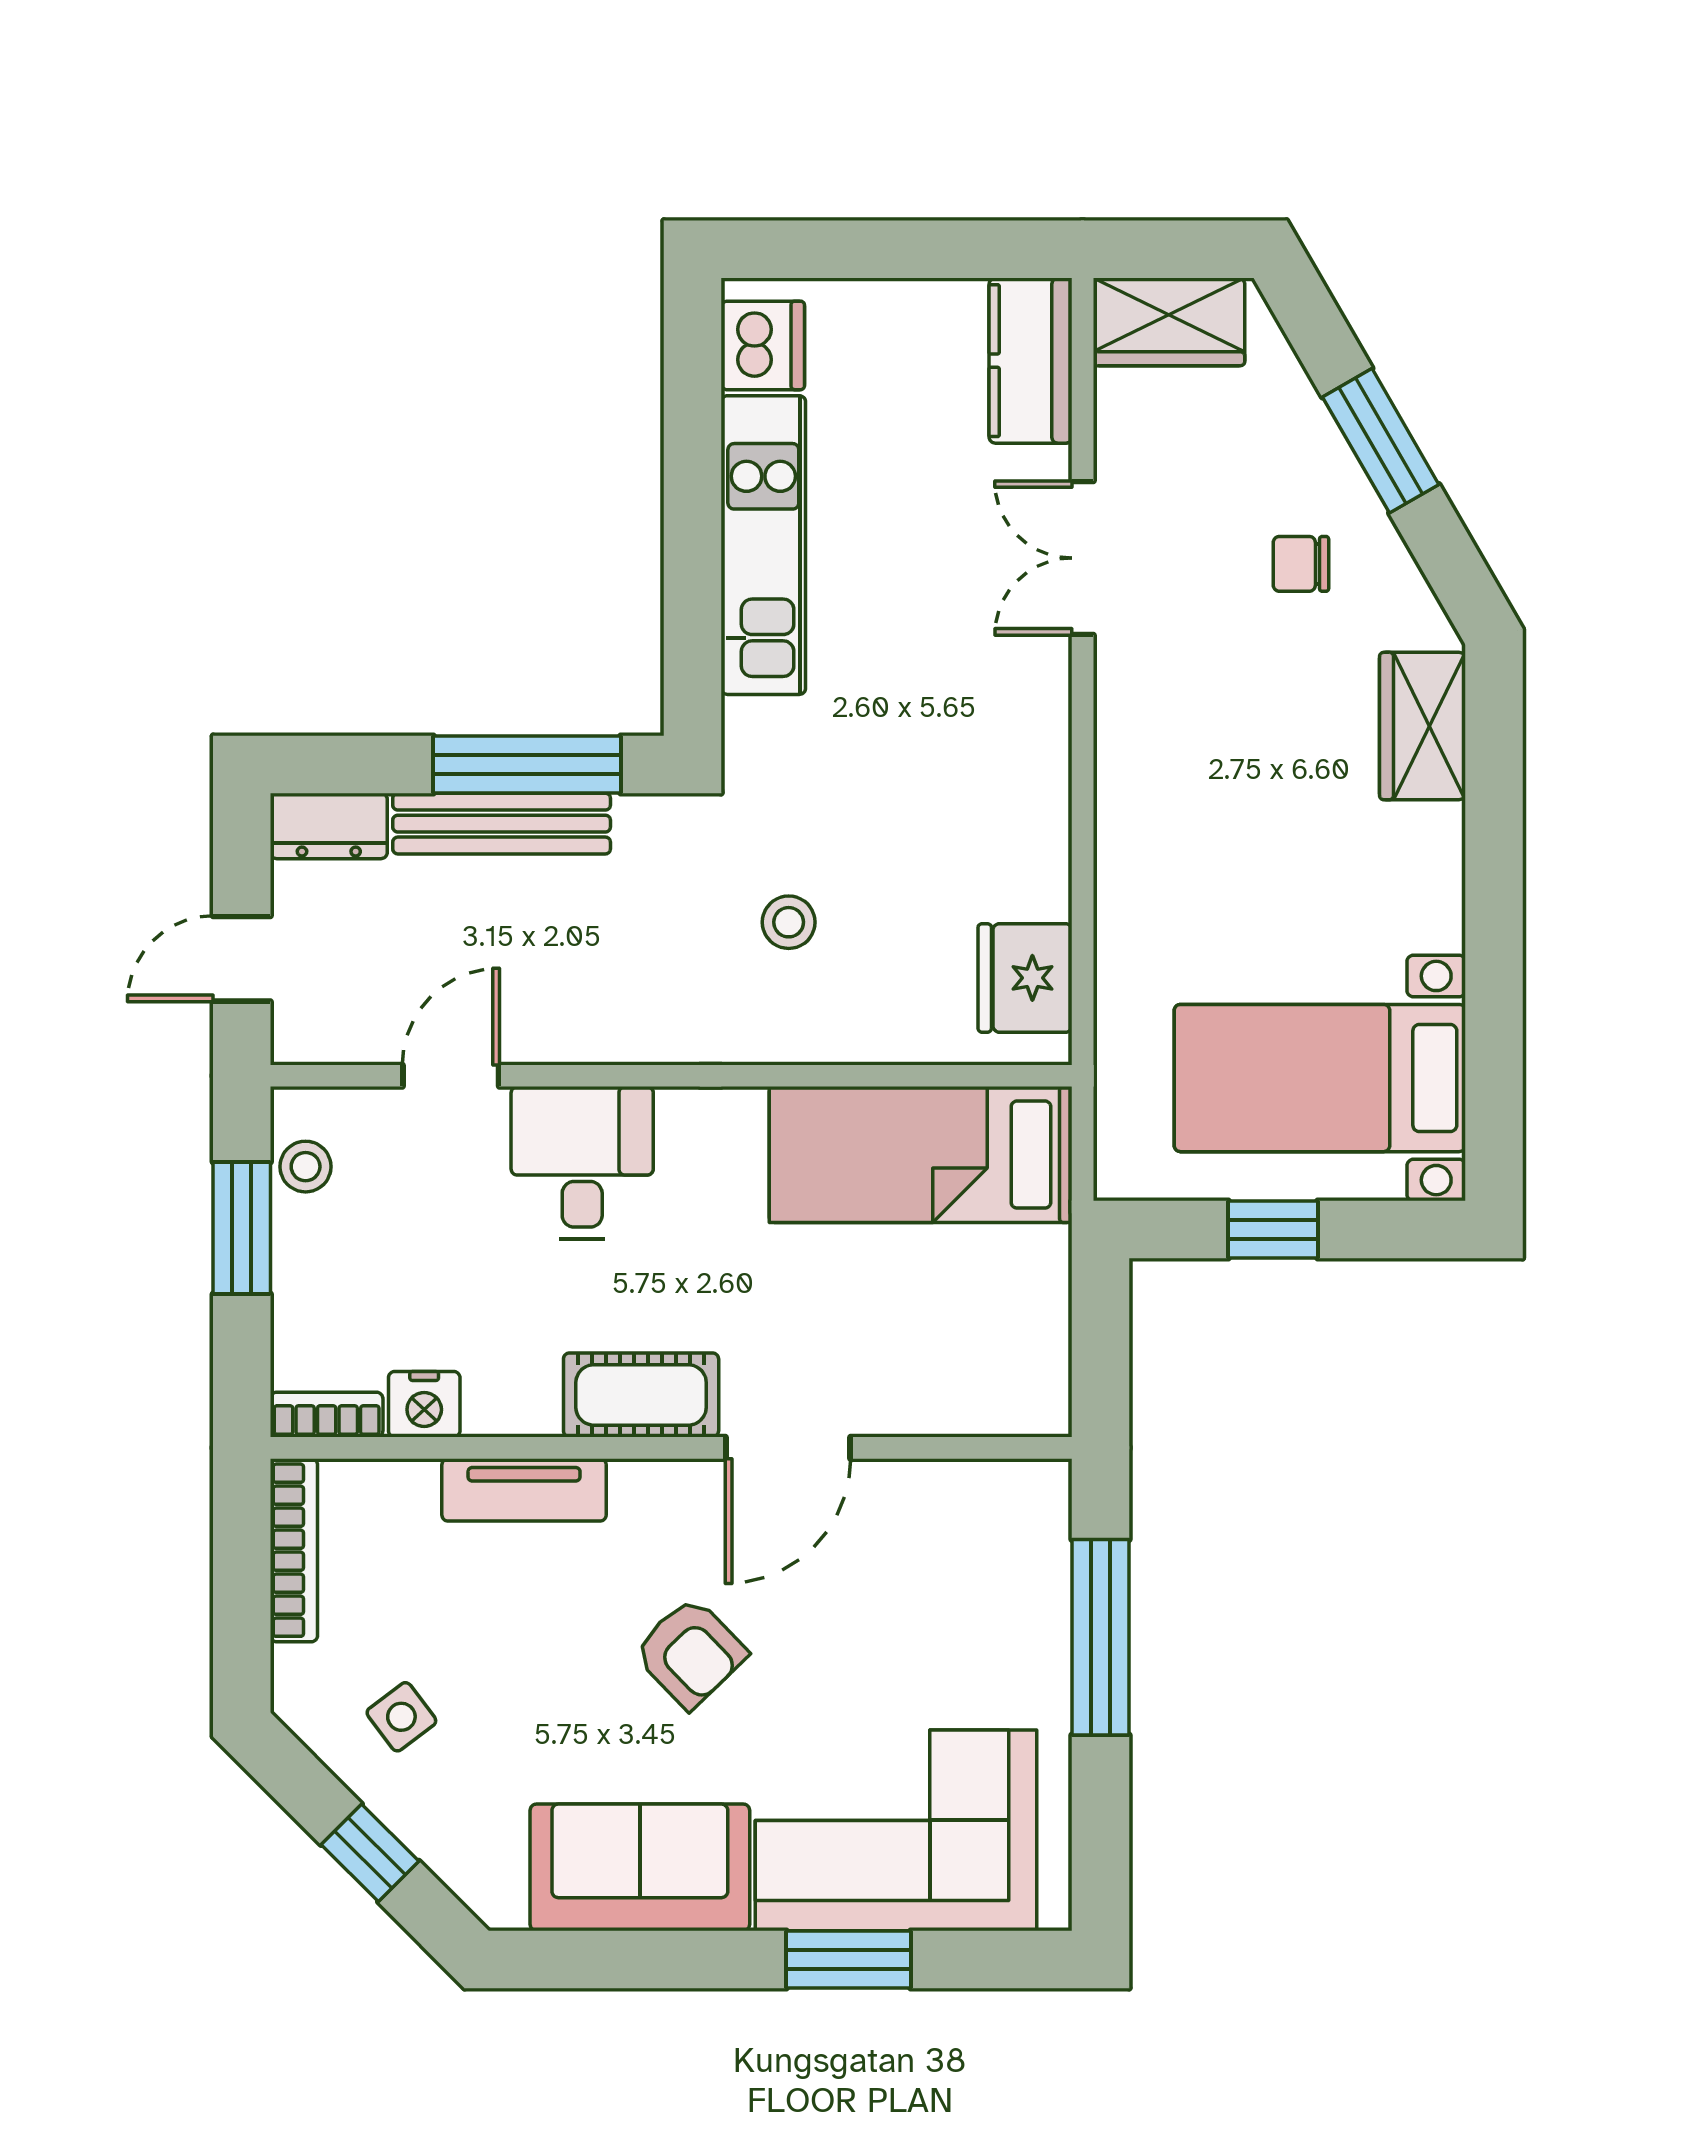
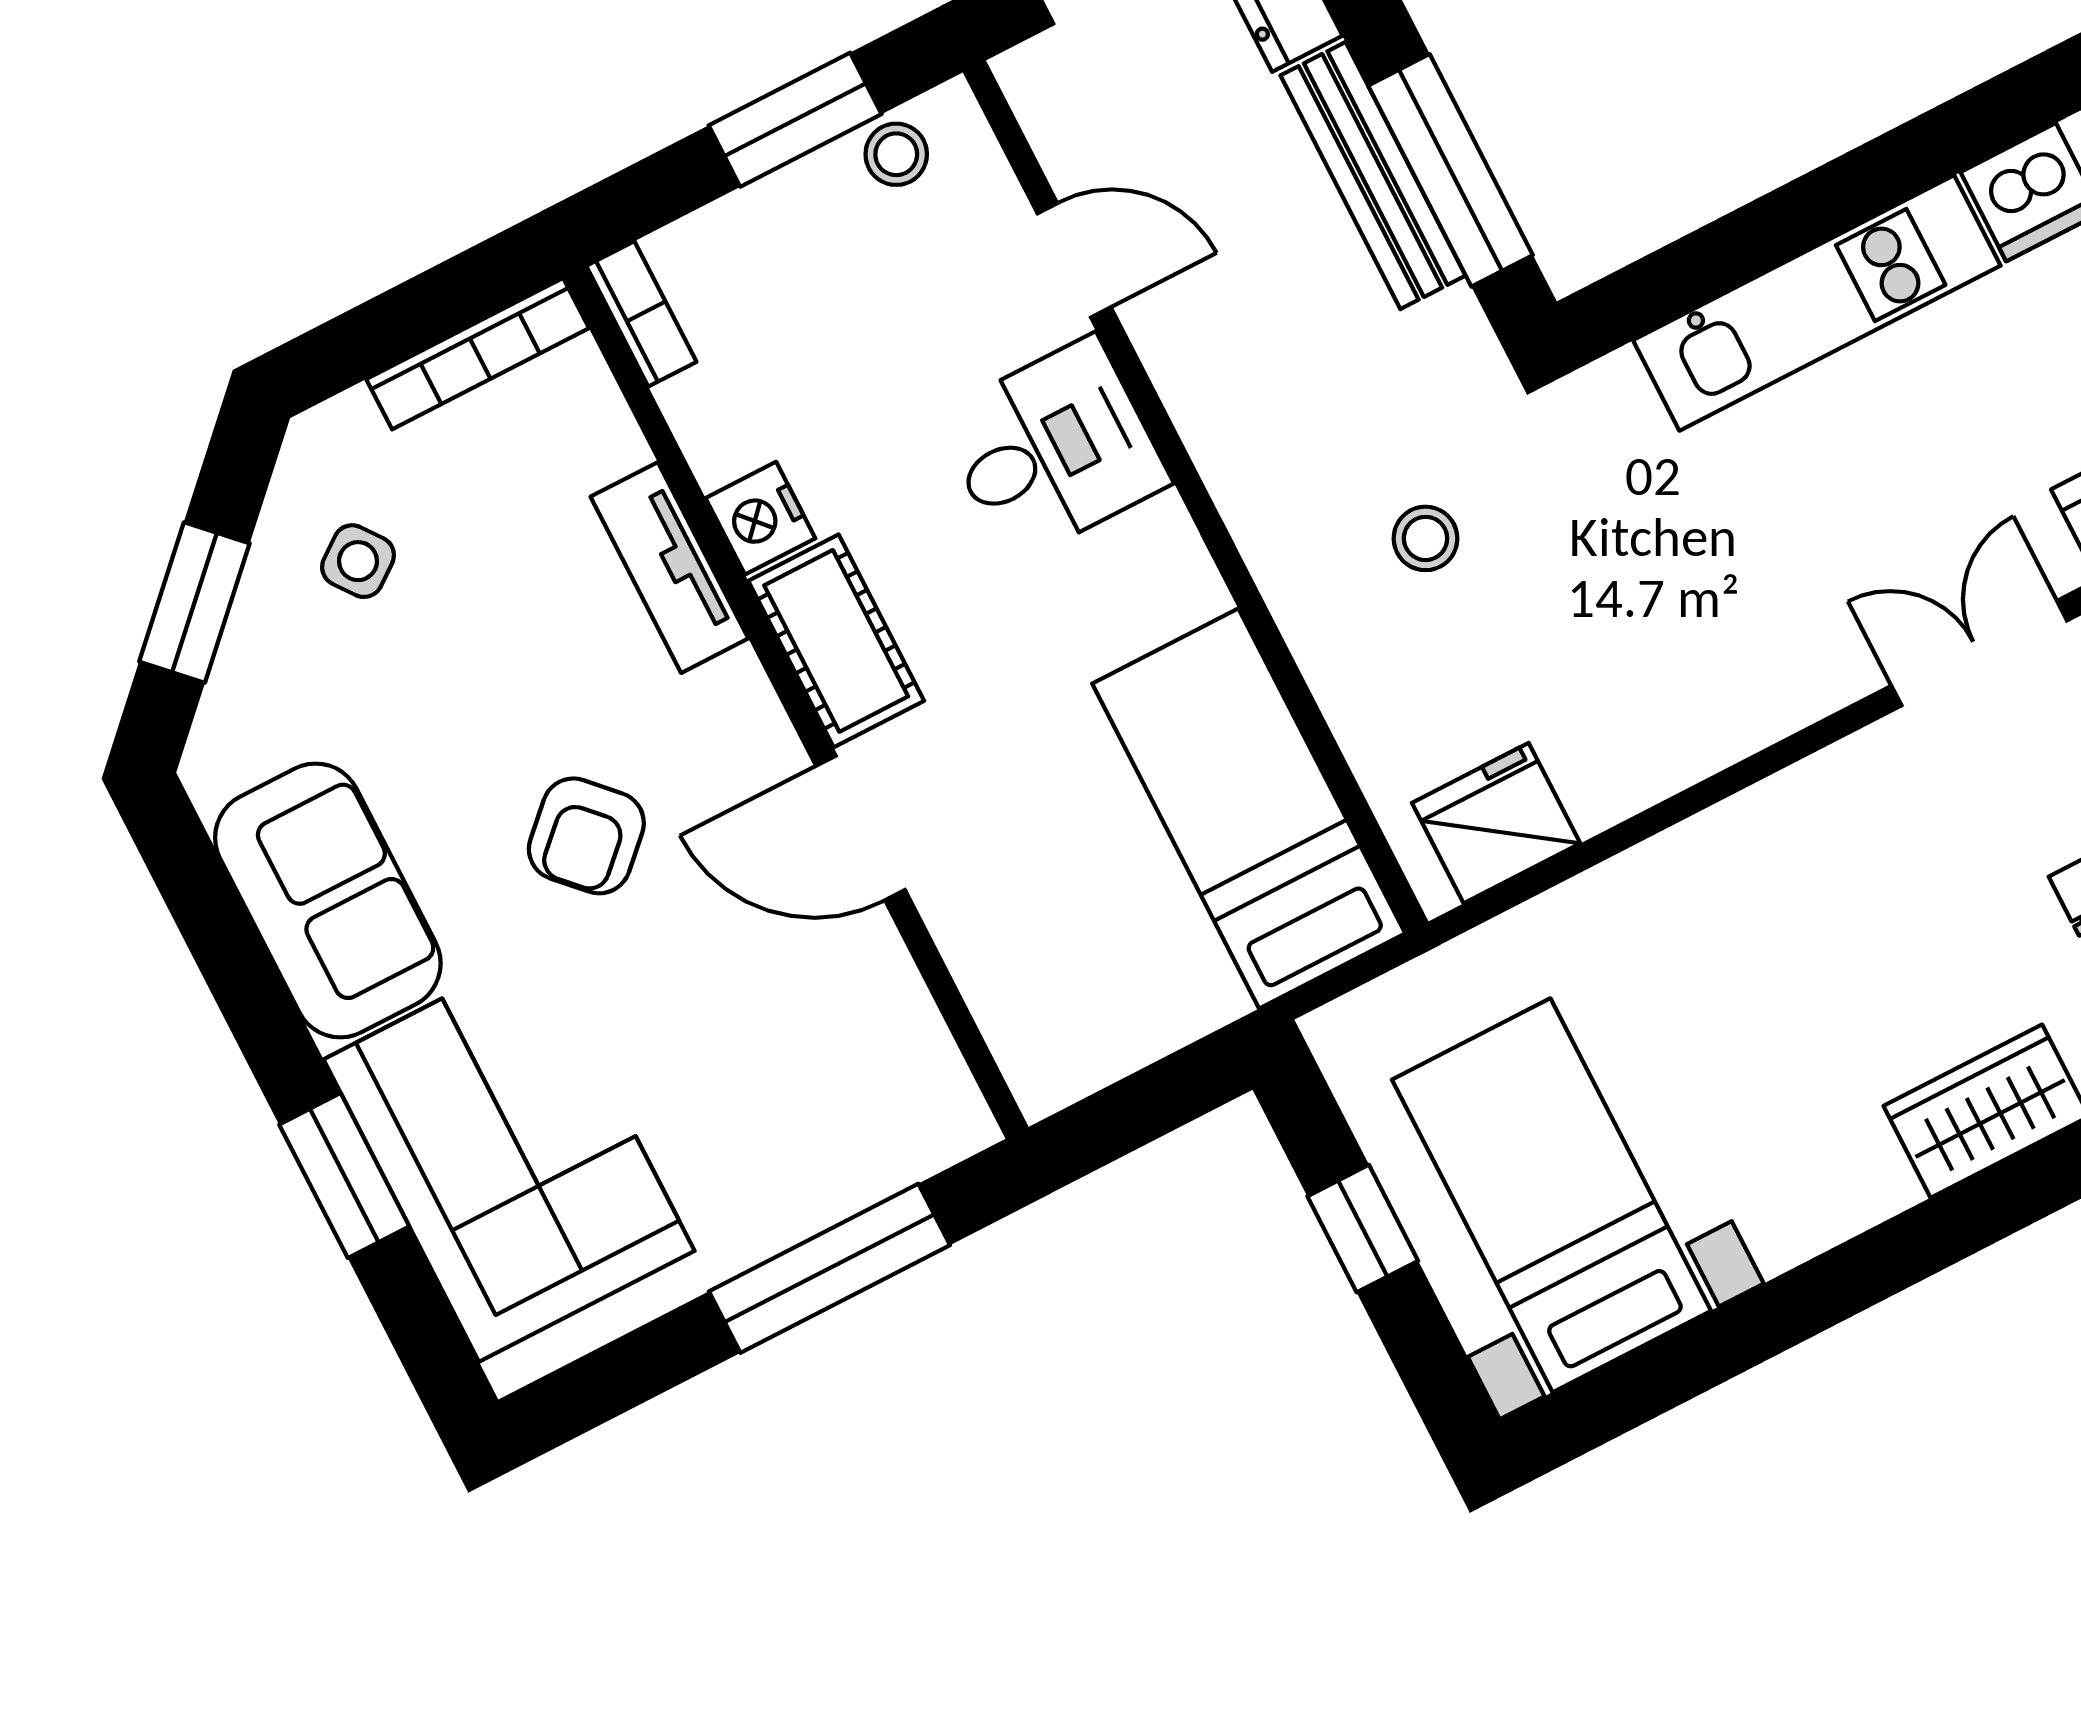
nightstand: (424, 1404) -> (760, 518), moved
window: (370, 1853) -> (194, 603), width x1.50

